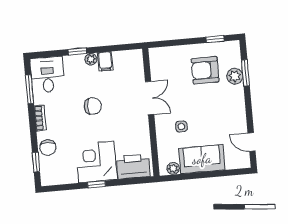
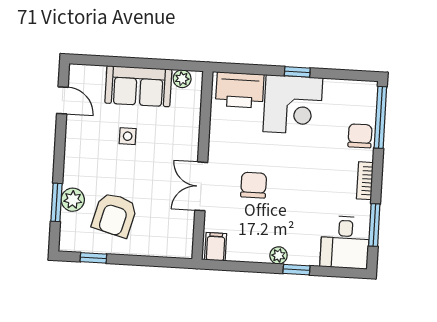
filing cabinet: (105, 61) -> (216, 247), moved
armchair: (205, 70) -> (115, 215), turned 105
chair: (93, 106) -> (254, 185), moved, turned 89
side table: (181, 126) -> (128, 136), moved
window: (36, 162) -> (380, 117), width x2.17

